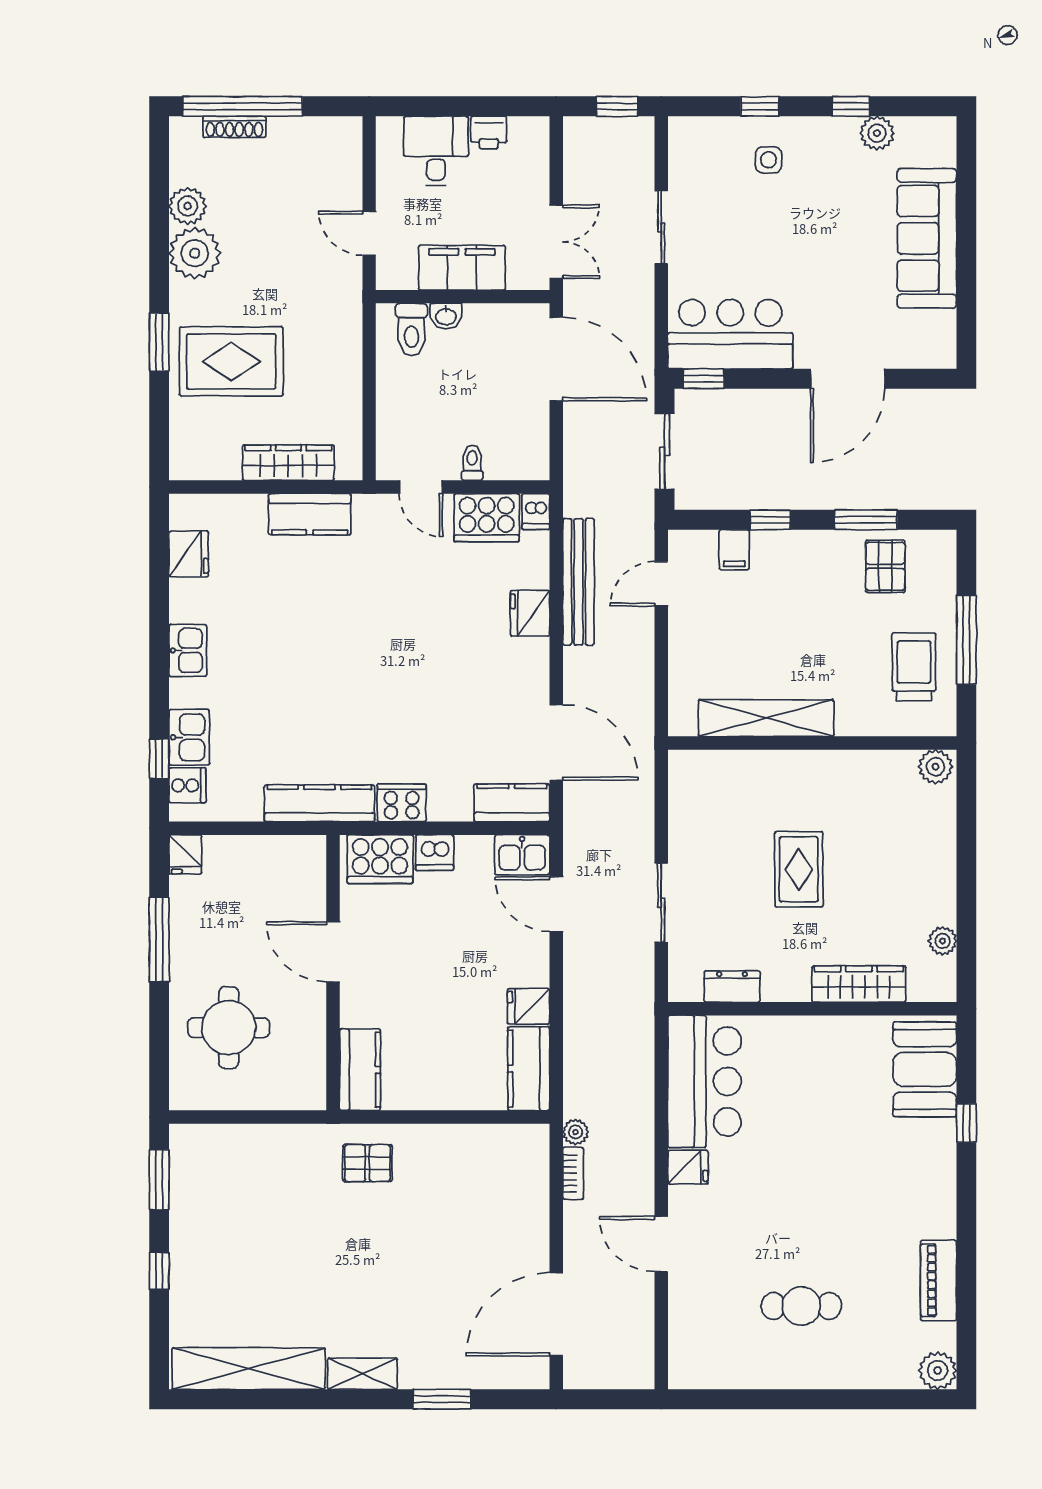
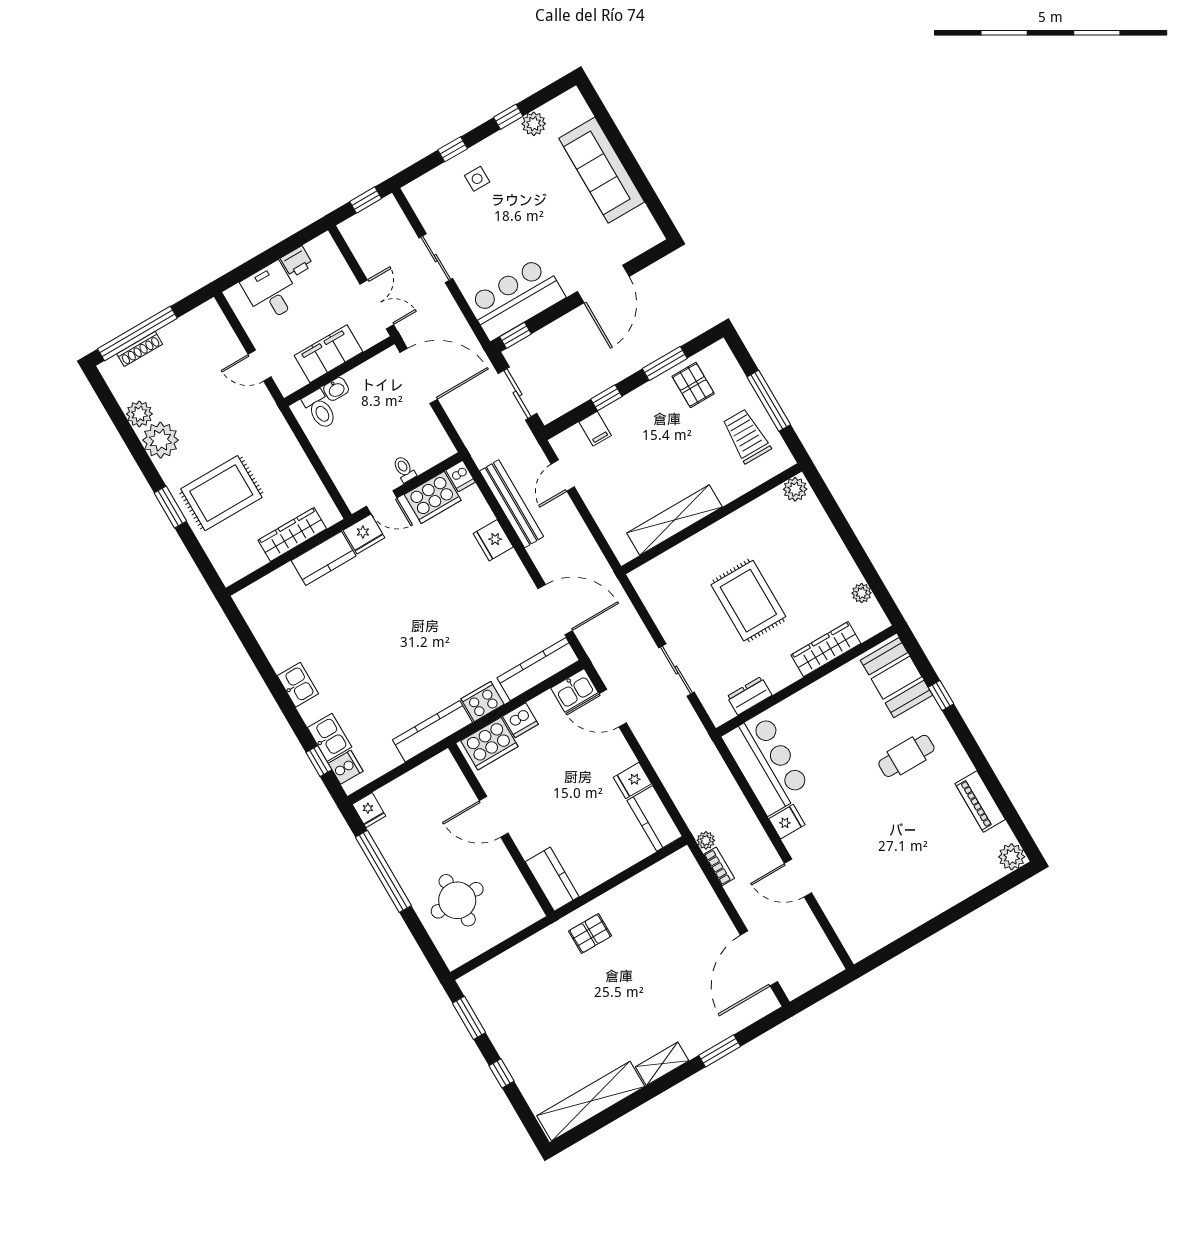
fridge: (189, 554) -> (364, 534), moved, turned 90
kitchen counter: (512, 803) -> (538, 669), width x1.50
rug: (799, 869) -> (748, 601), width x1.36, depth x1.43
window: (159, 940) -> (383, 871), width x1.46
cafe table: (801, 1306) -> (906, 756), moved

